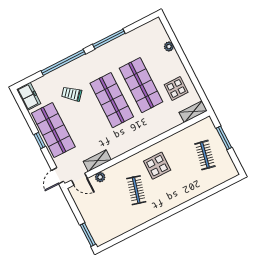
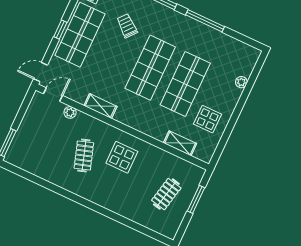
shelving: (193, 112) -> (180, 143), moved
shelving: (97, 161) -> (100, 106), moved
door: (79, 179) -> (53, 95), swing flipped
clothes rail: (136, 190) -> (84, 156), turned -33

